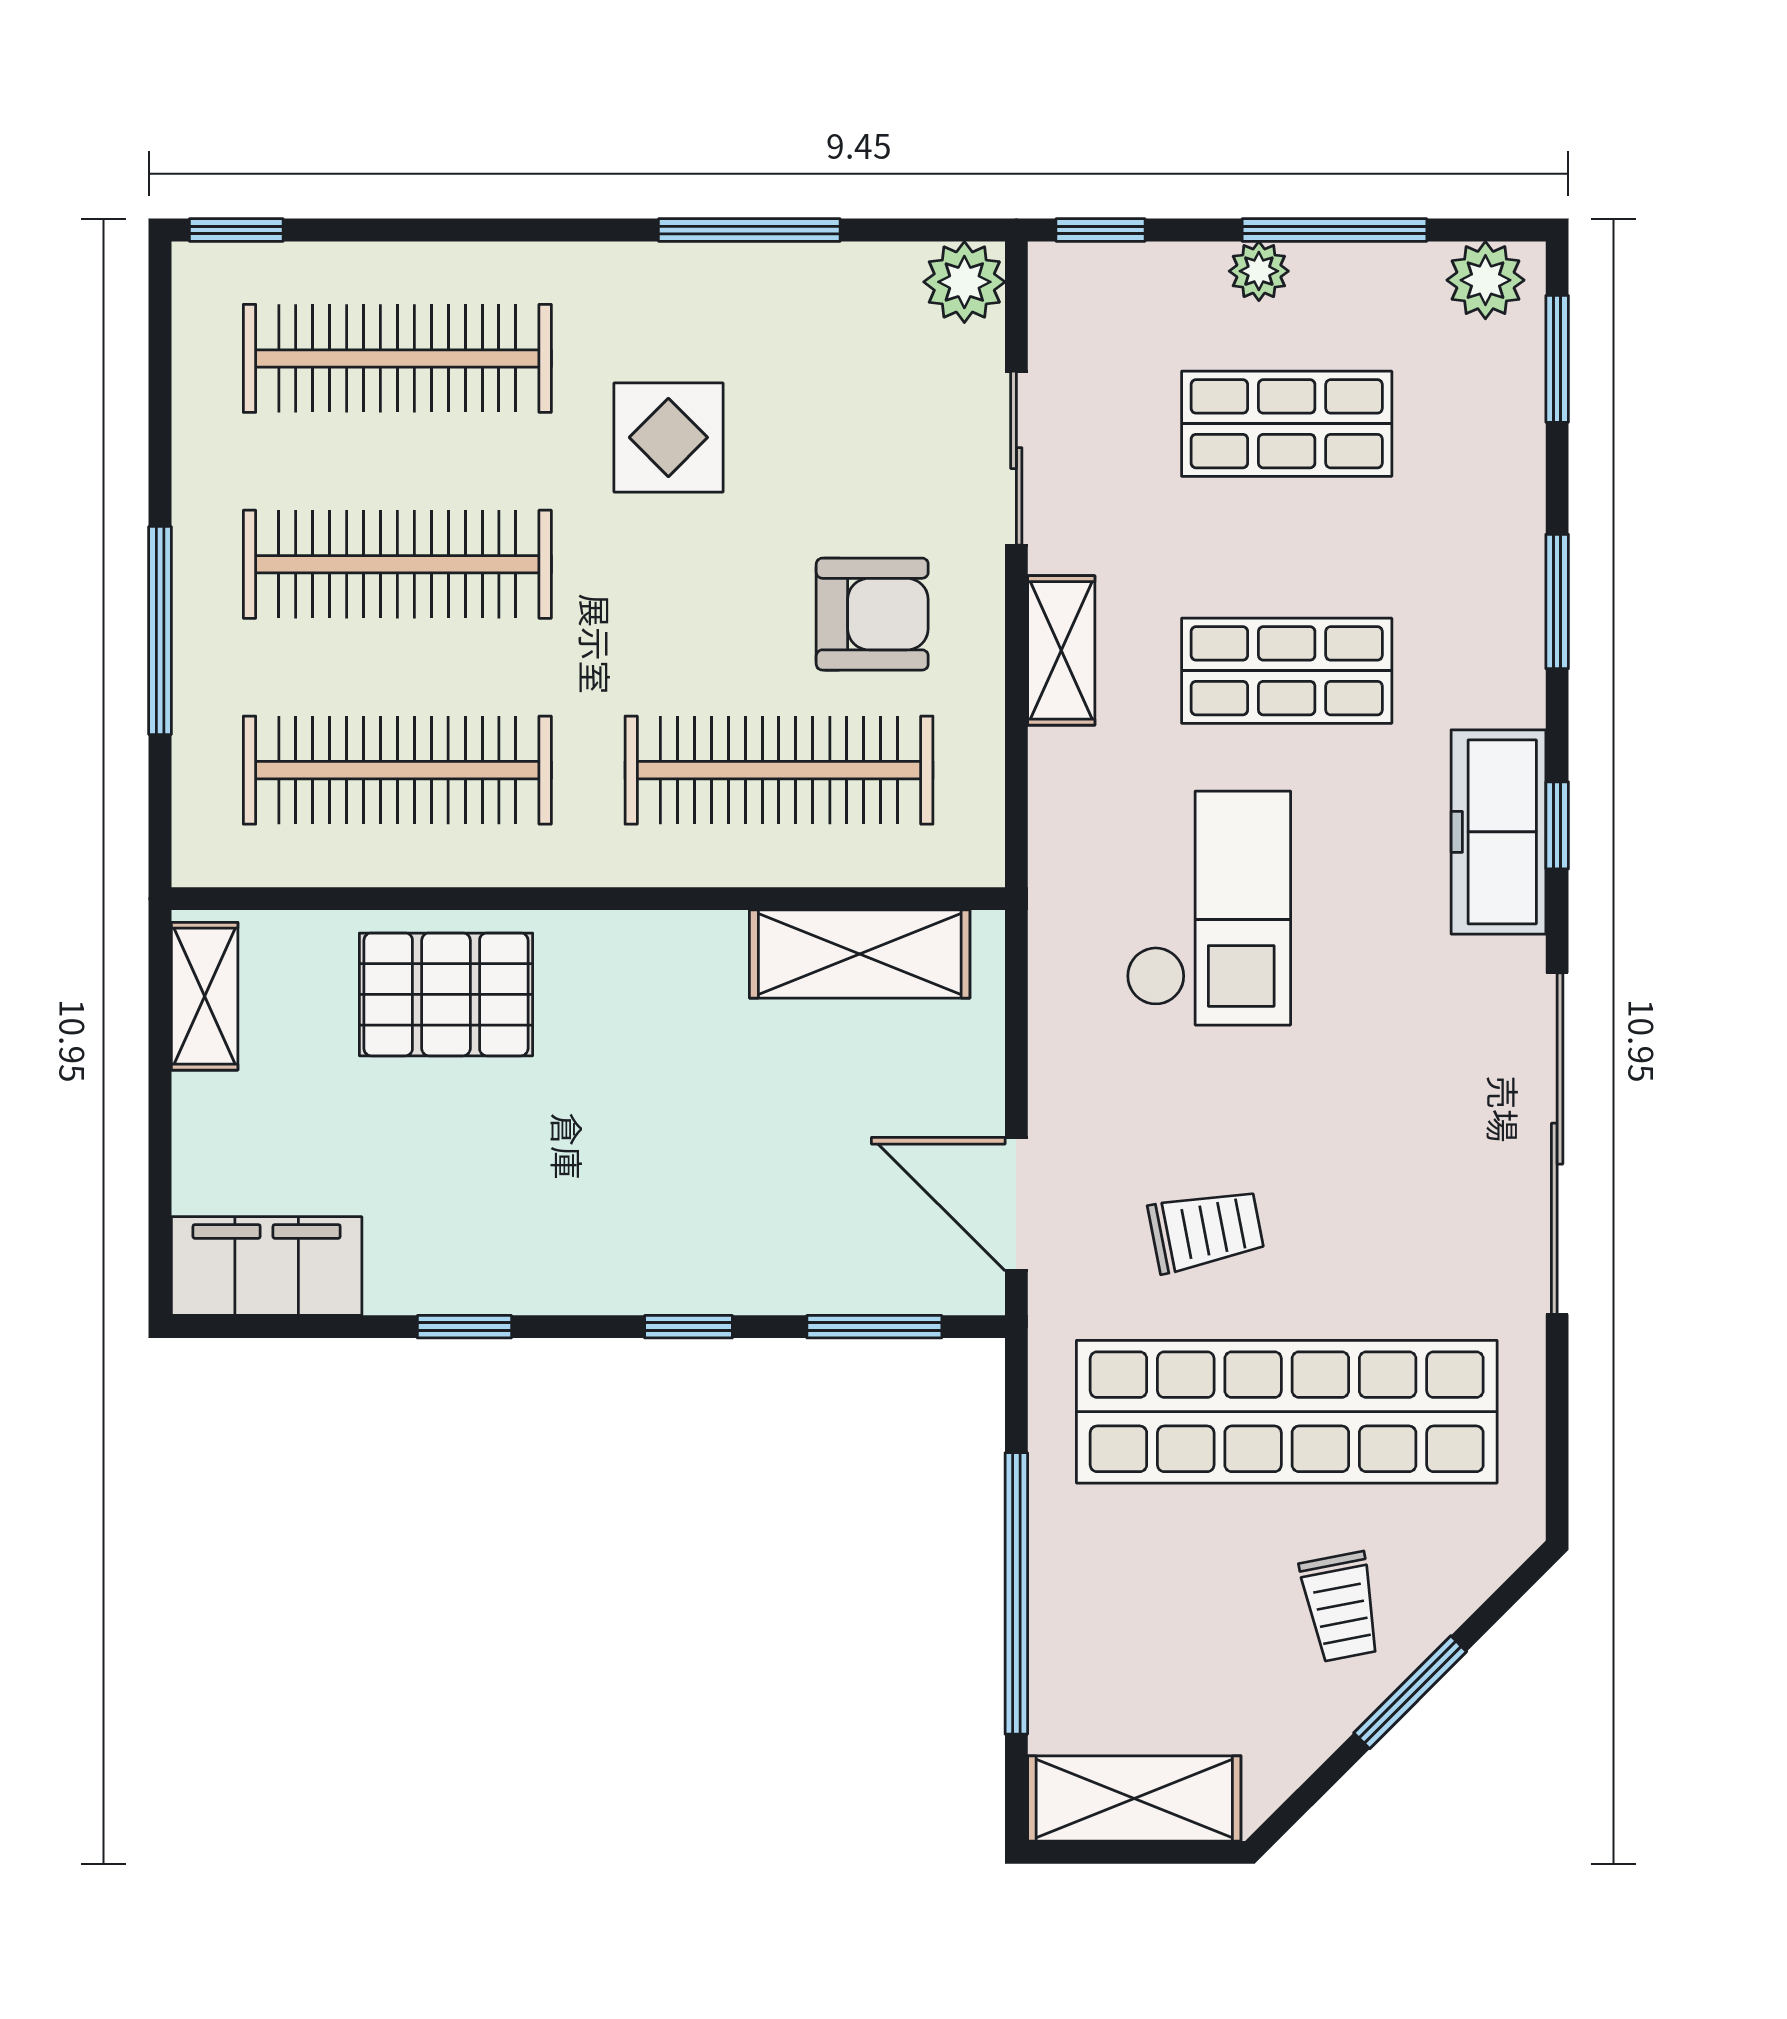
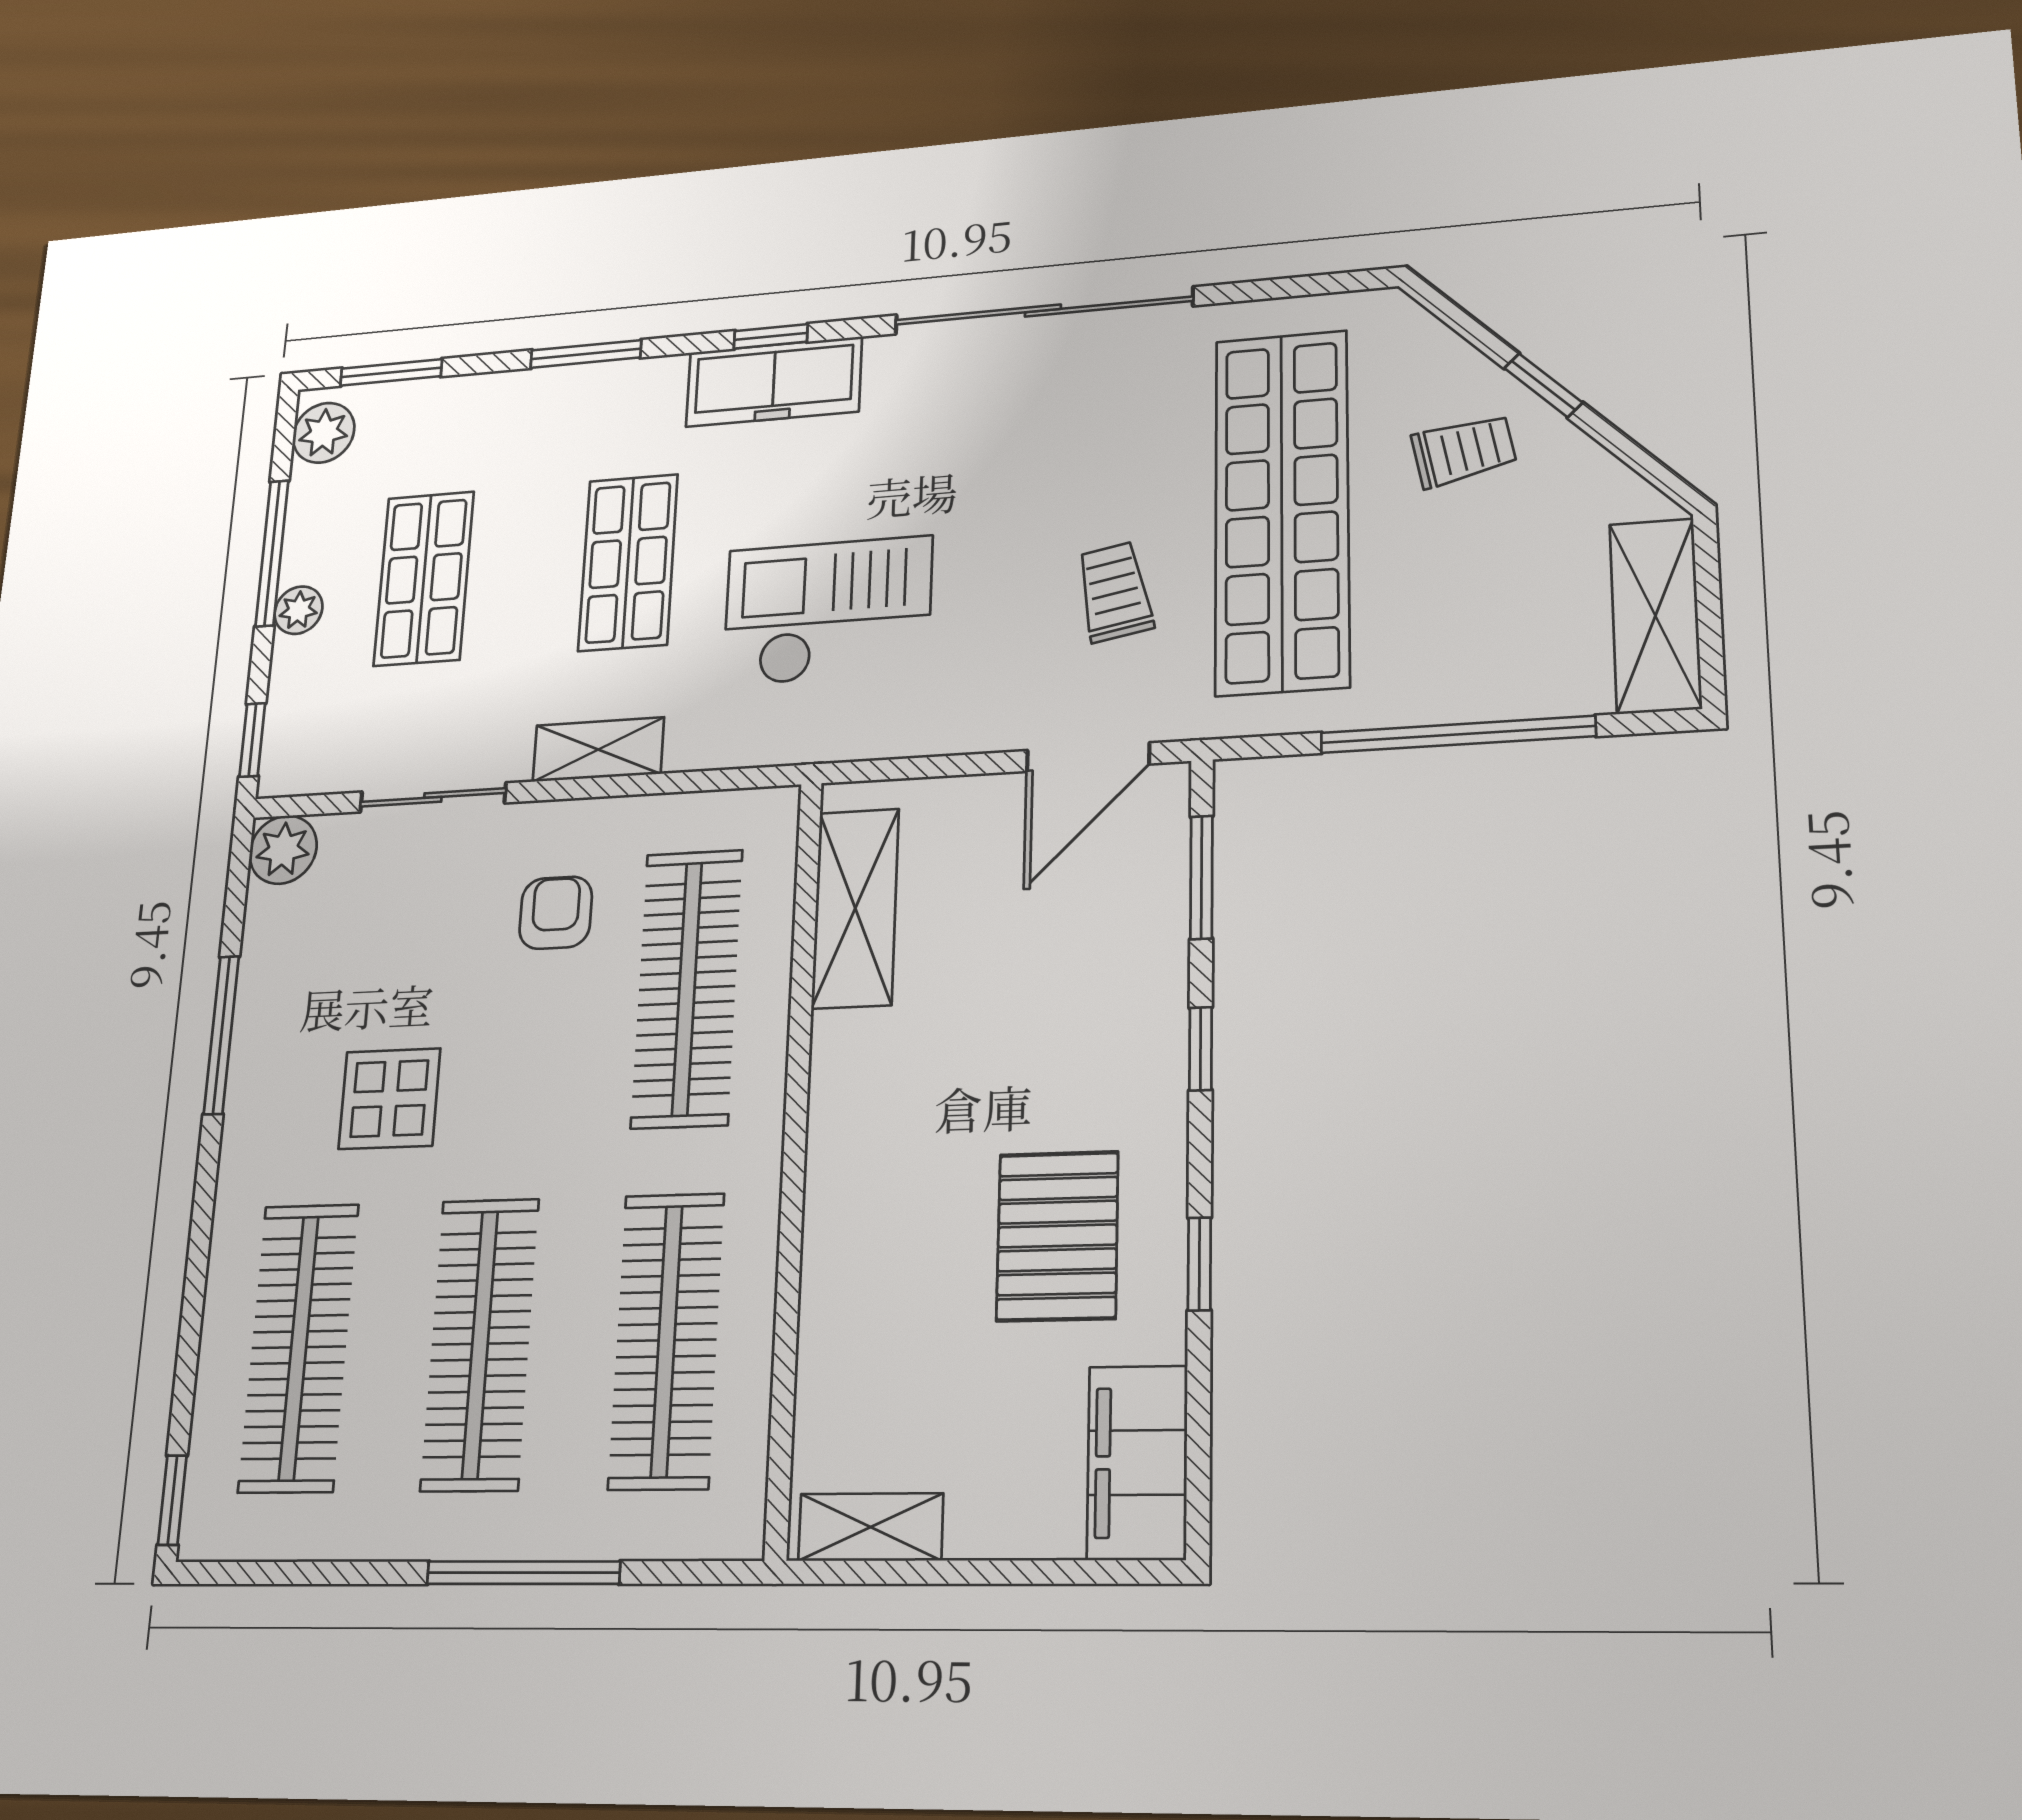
armchair: (872, 614) -> (556, 913), width x0.72, depth x0.72
pallet: (446, 994) -> (1057, 1236), moved
window: (1410, 1692) -> (1543, 385), width x0.67

